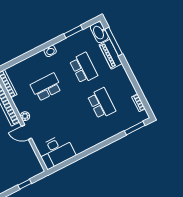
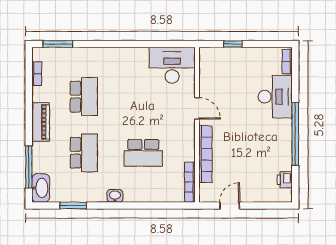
piano: (111, 54) -> (41, 122), moved
school desk: (83, 68) -> (84, 153), turned 180
school desk: (101, 103) -> (84, 97), turned 180
plant: (25, 116) -> (189, 130), removed

